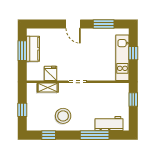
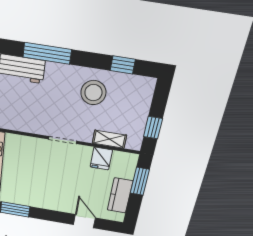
door: (73, 24) -> (84, 221), moved
window: (22, 51) -> (140, 181), moved
window: (22, 110) -> (153, 128), moved

